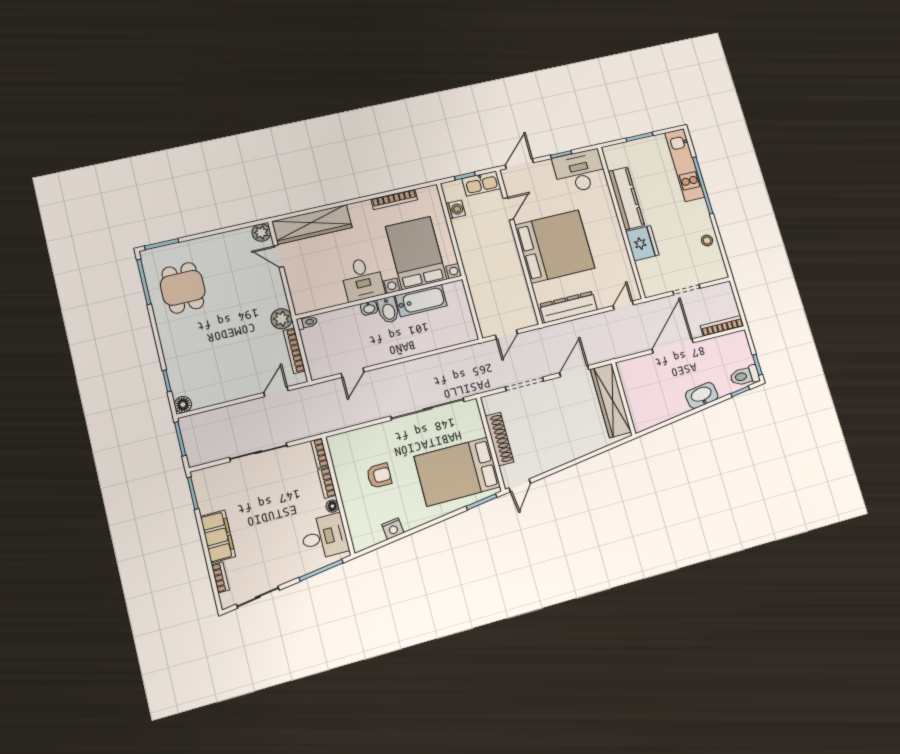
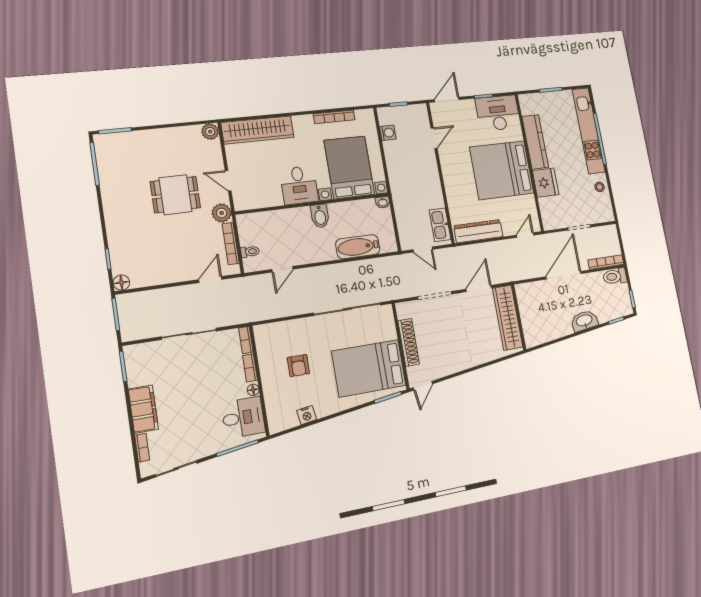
kitchen unit: (685, 165) -> (589, 131), width x1.36
kitchen sink: (481, 184) -> (440, 225), moved, turned 90
bed: (555, 246) -> (502, 170), moved, turned 180
door: (279, 256) -> (228, 181), moved
dining table: (183, 288) -> (175, 195), moved, turned 90
bathtub: (421, 301) -> (358, 247), moved, turned 180
washbasin: (369, 308) -> (383, 202), moved
toilet: (307, 322) -> (250, 252), moved
door: (506, 334) -> (423, 250), hinge flipped
toilet: (745, 376) -> (615, 276), moved
armchair: (379, 476) -> (298, 366), turned 90

